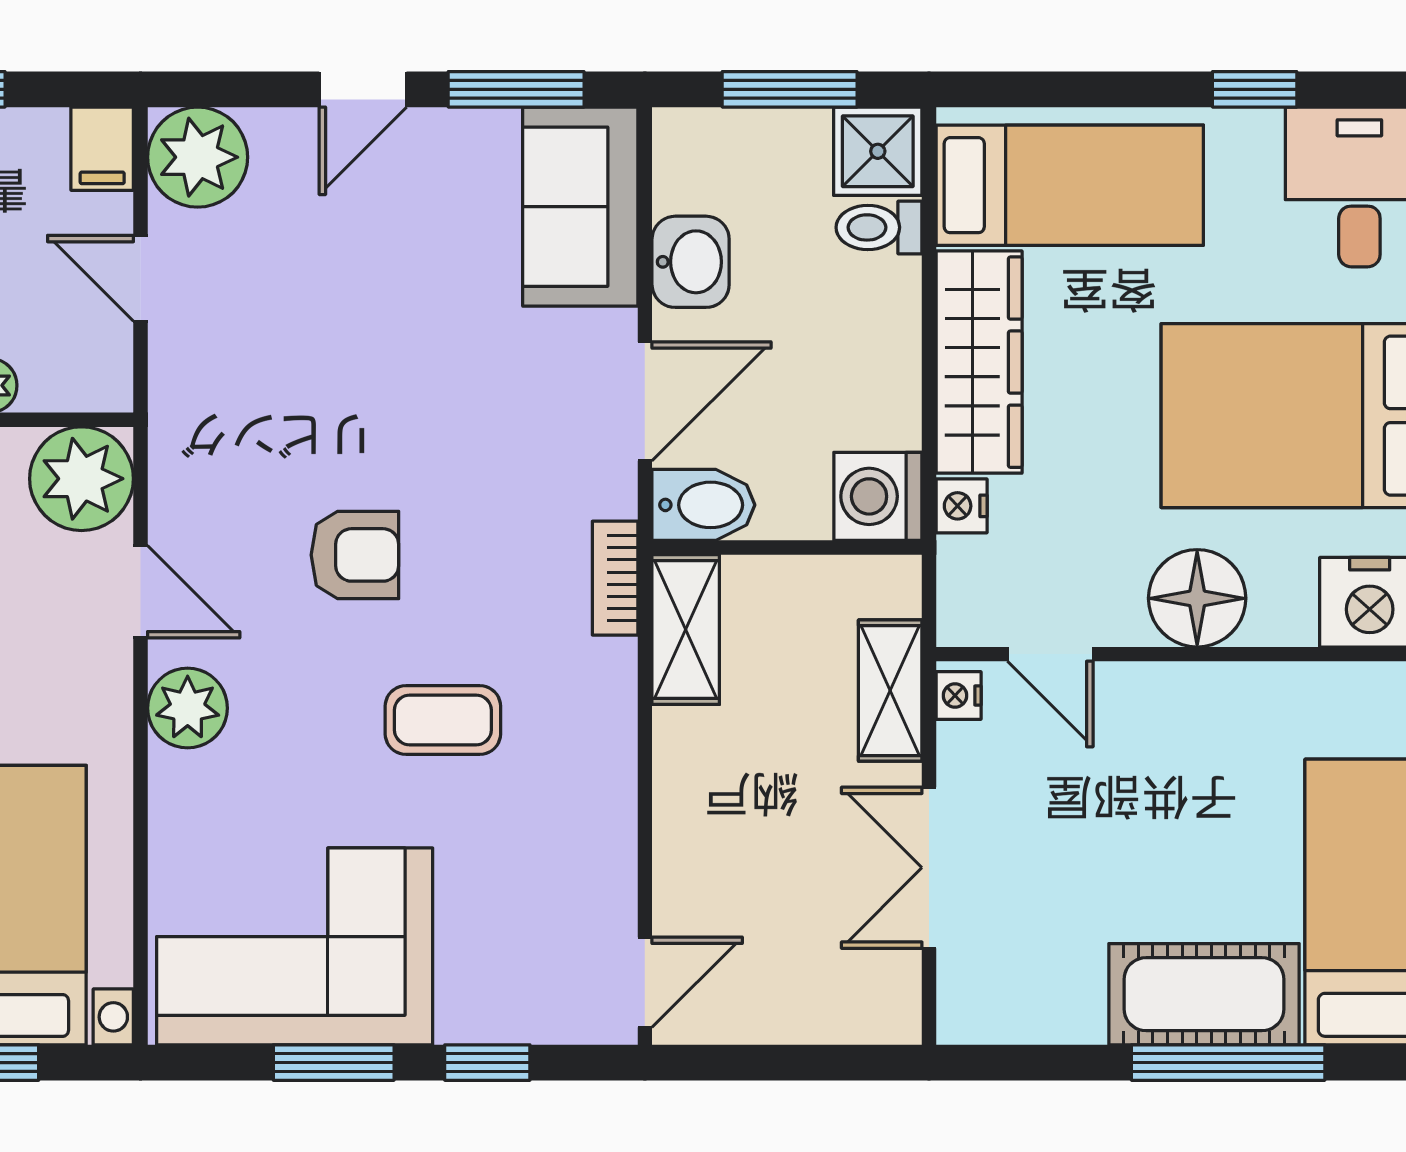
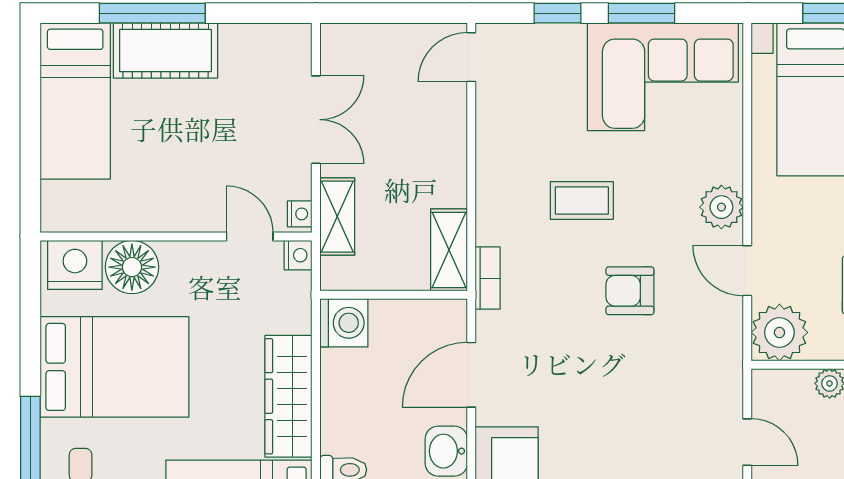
bidet: (703, 505) -> (439, 318), removed
nightstand: (962, 506) -> (298, 255), moved
floor lamp: (1197, 598) -> (132, 267), moved

